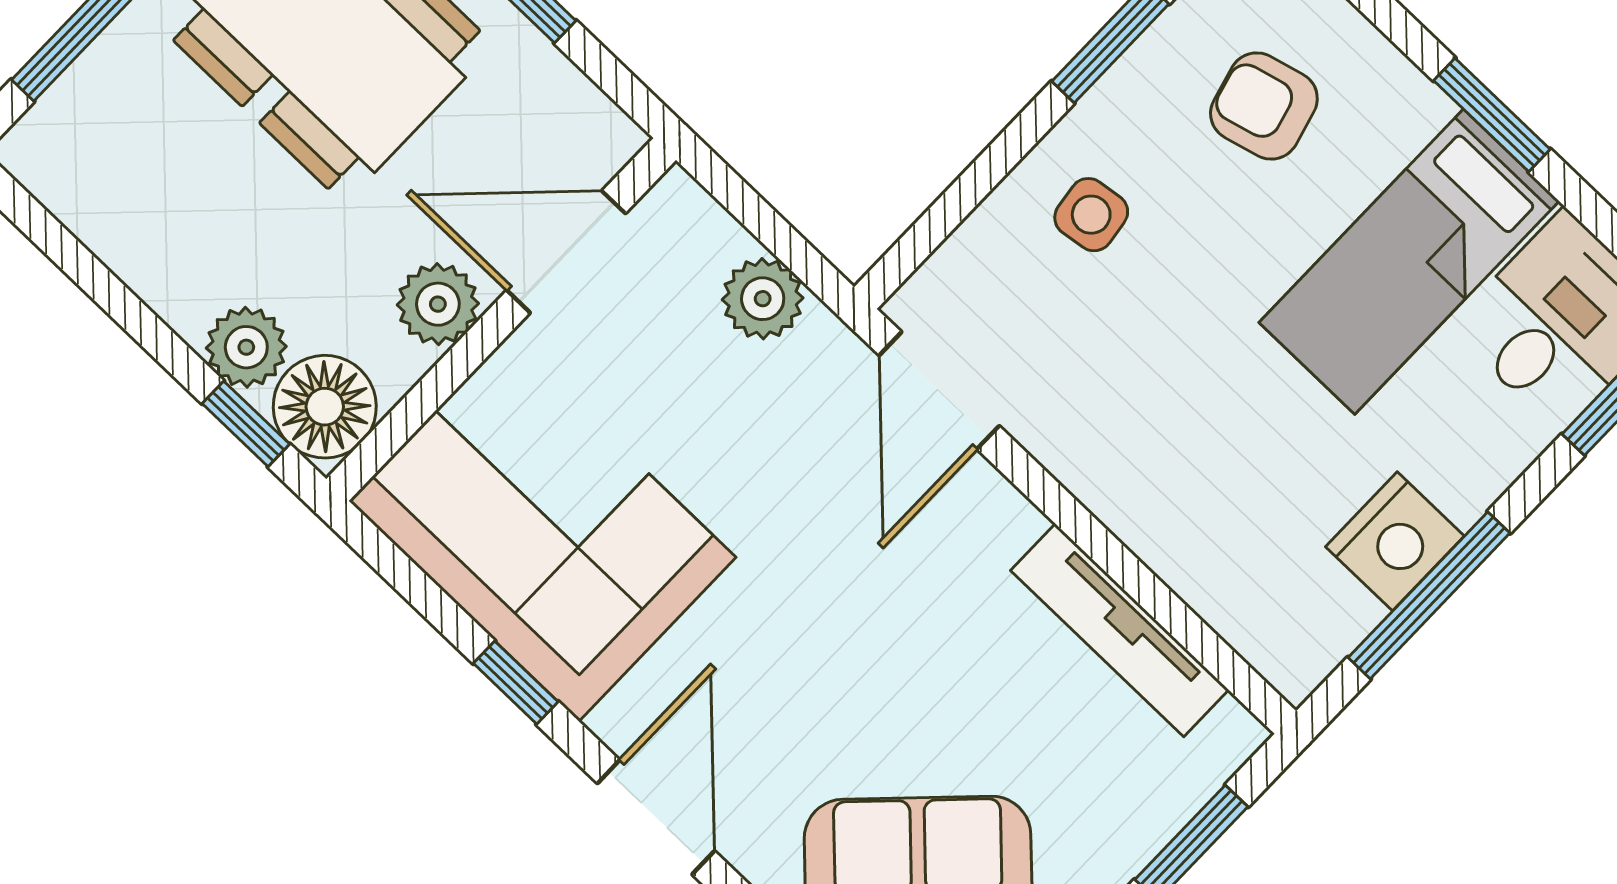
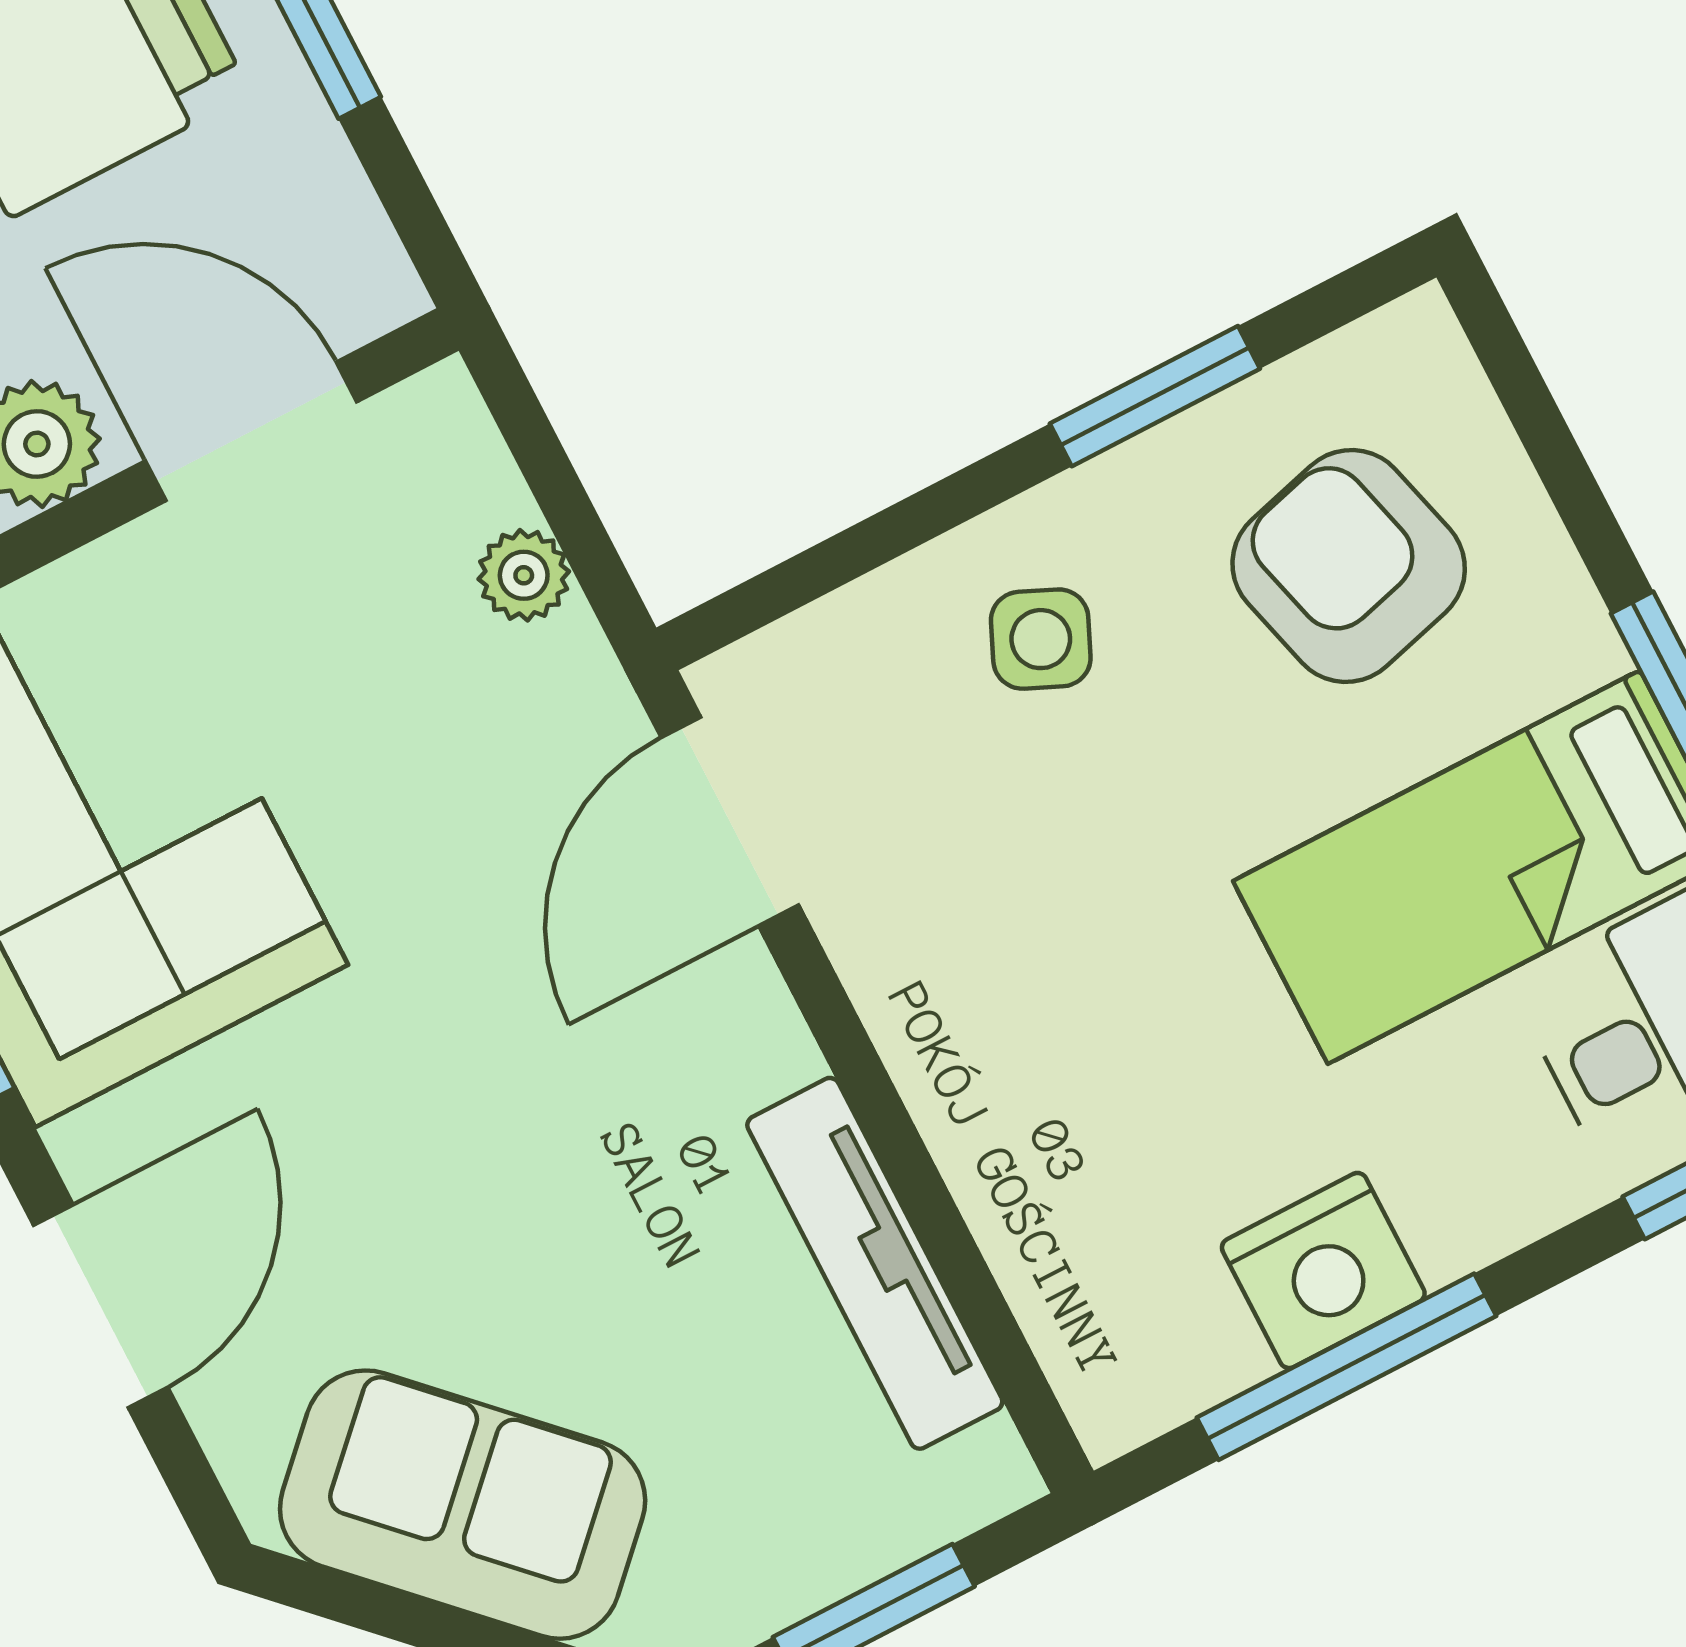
armchair: (1264, 106) -> (1349, 566), width x1.38, depth x1.38
side table: (1091, 215) -> (1041, 639), turned 32
plant: (763, 299) -> (524, 575), width x0.73, depth x0.73

